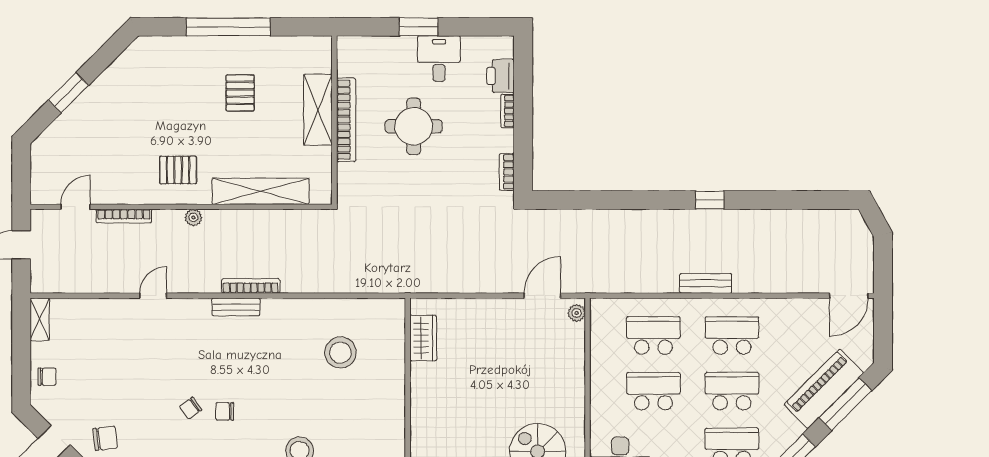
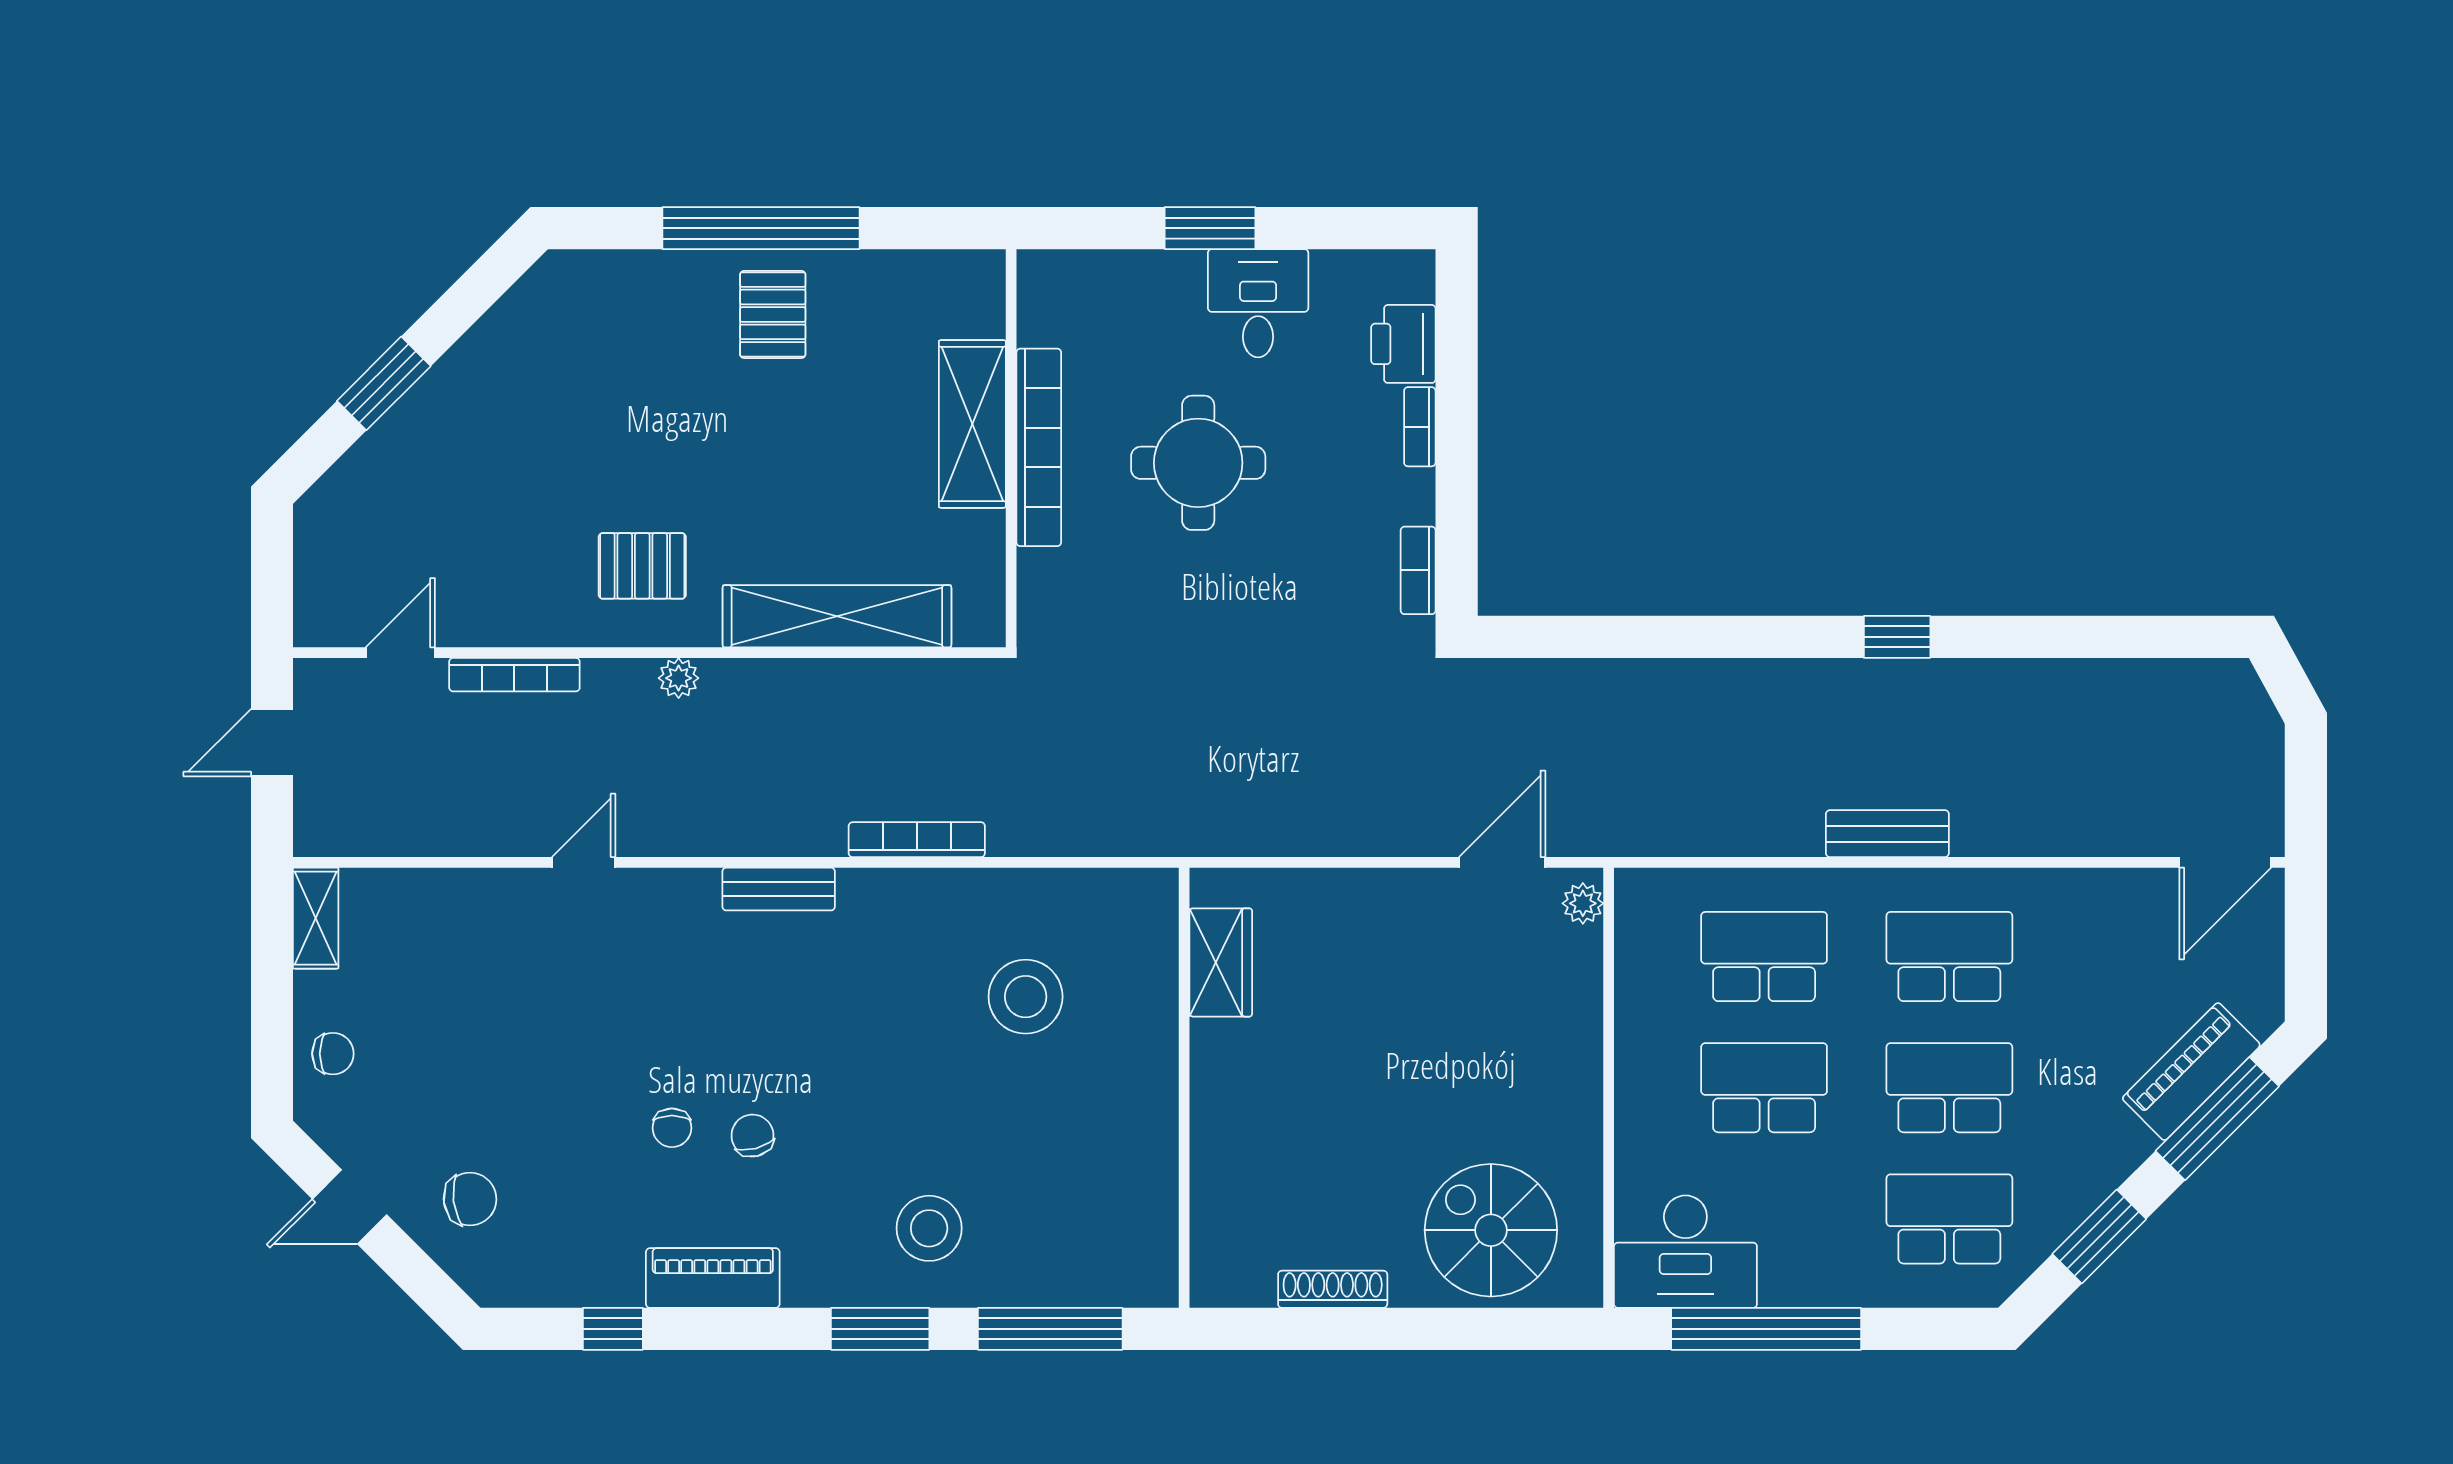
pallet: (240, 93) -> (773, 314), moved
bookcase: (251, 286) -> (917, 840), moved
piano: (824, 389) -> (2191, 1072), width x0.73, depth x0.75
chair: (191, 408) -> (672, 1128), turned -54
chair: (225, 411) -> (752, 1136), turned 75

